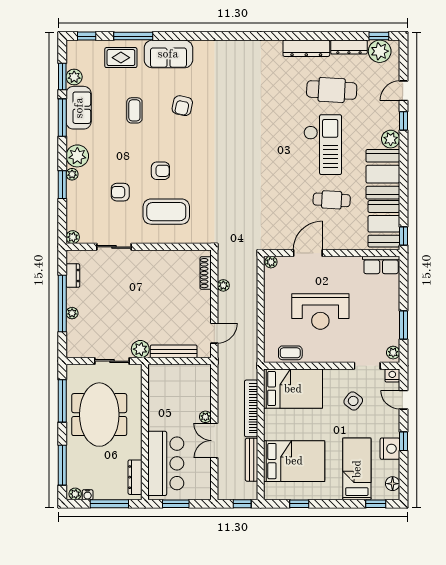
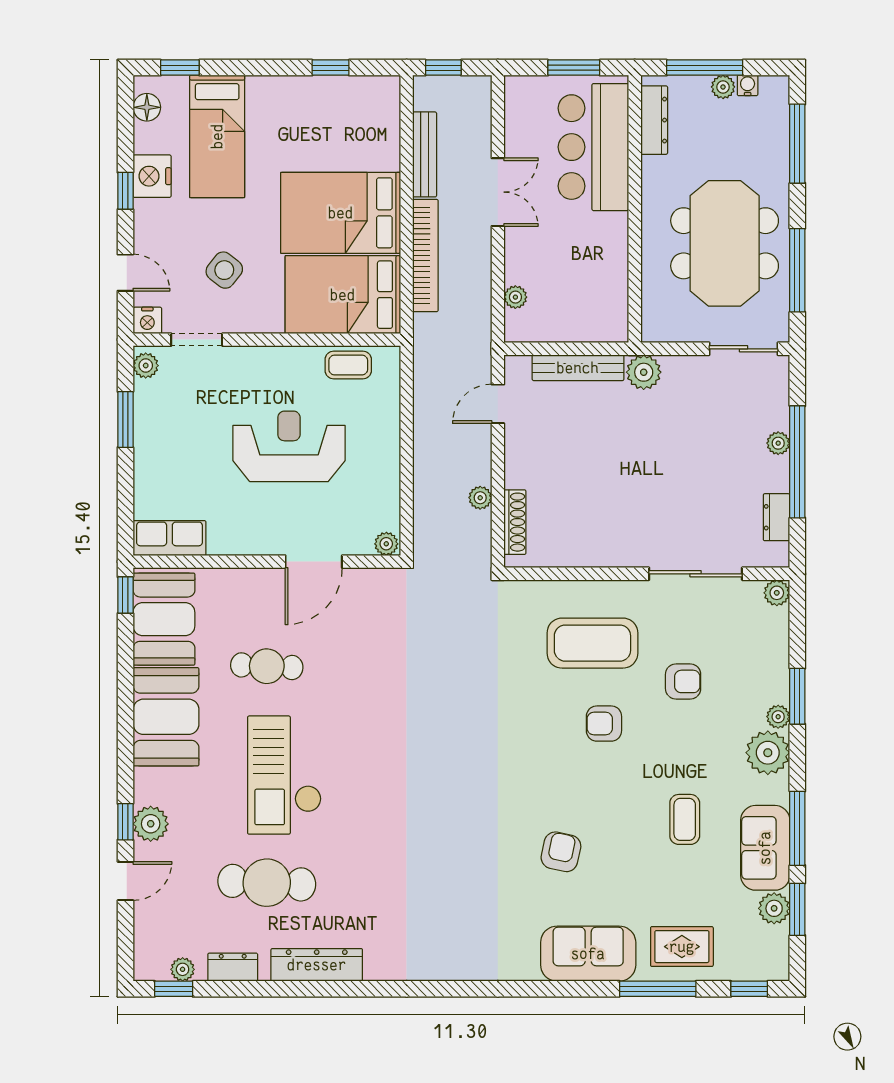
dresser: (349, 47) -> (233, 967), width x0.70
plant: (380, 51) -> (183, 969), width x0.53, depth x0.53
coffee table: (134, 110) -> (685, 819), moved
plant: (391, 139) -> (151, 824), moved
sliding door: (114, 247) -> (696, 574), width x1.37
sliding door: (112, 361) -> (744, 349), moved
plant: (205, 417) -> (515, 297), moved
bed: (294, 461) -> (341, 213), moved
plant: (75, 494) -> (723, 87), moved

